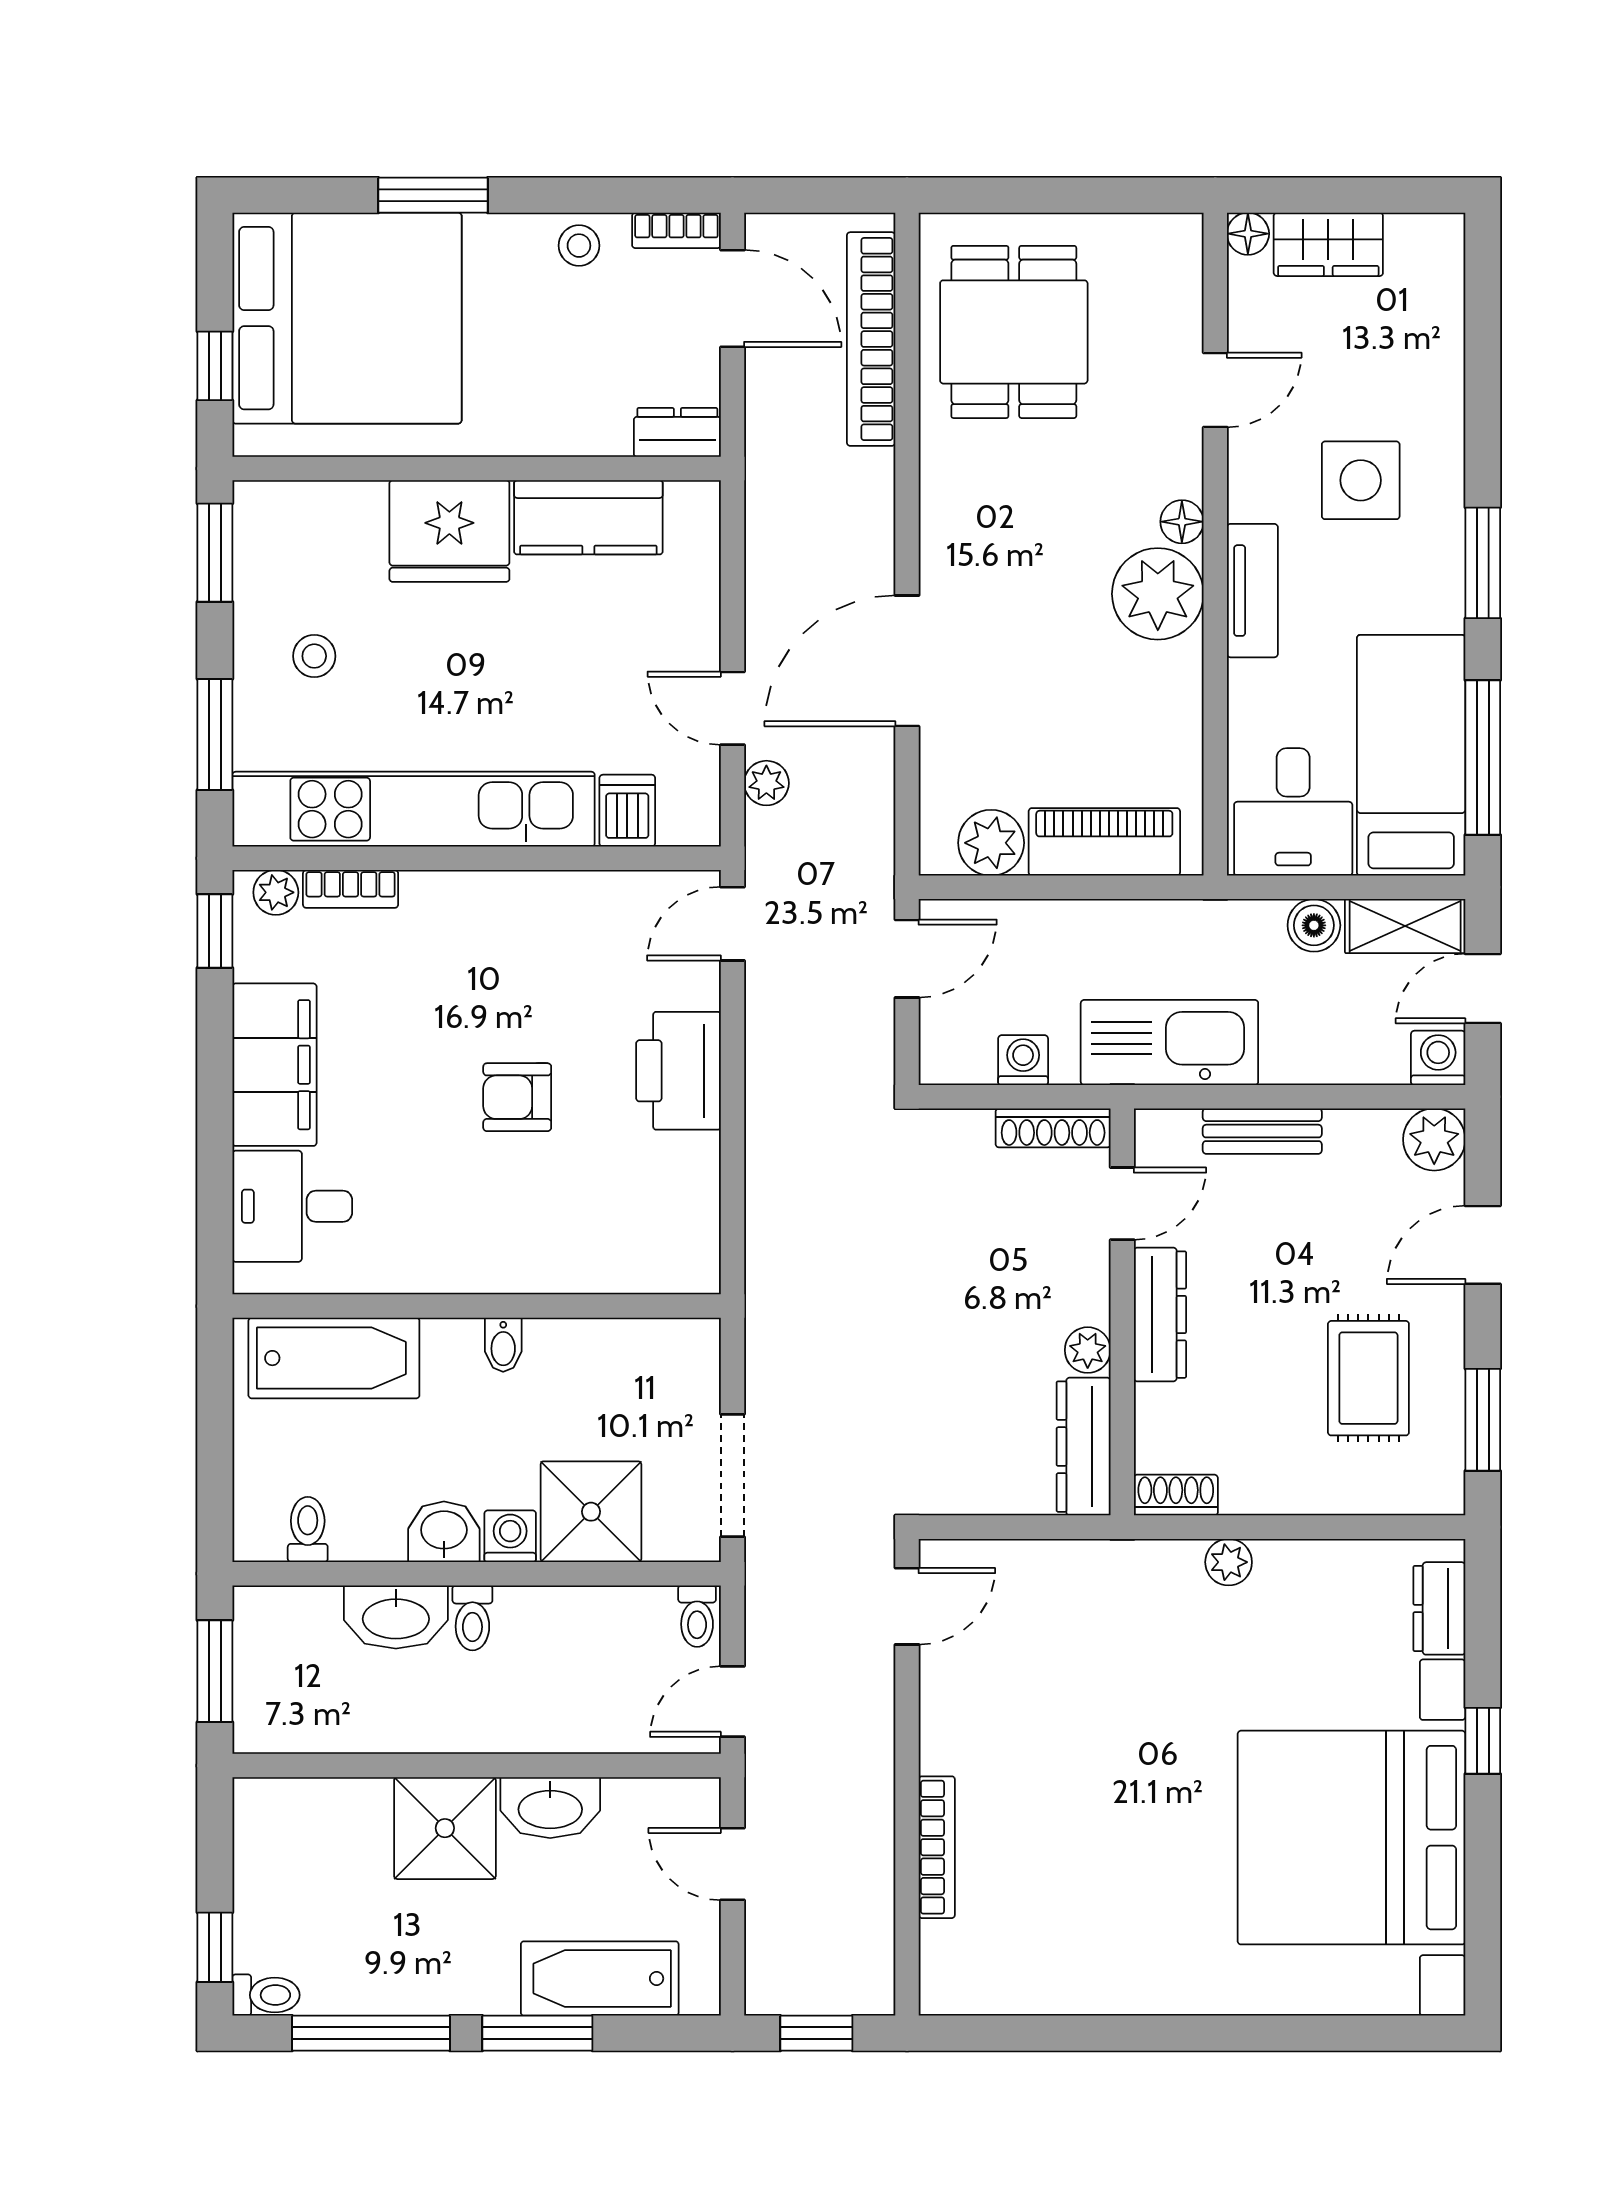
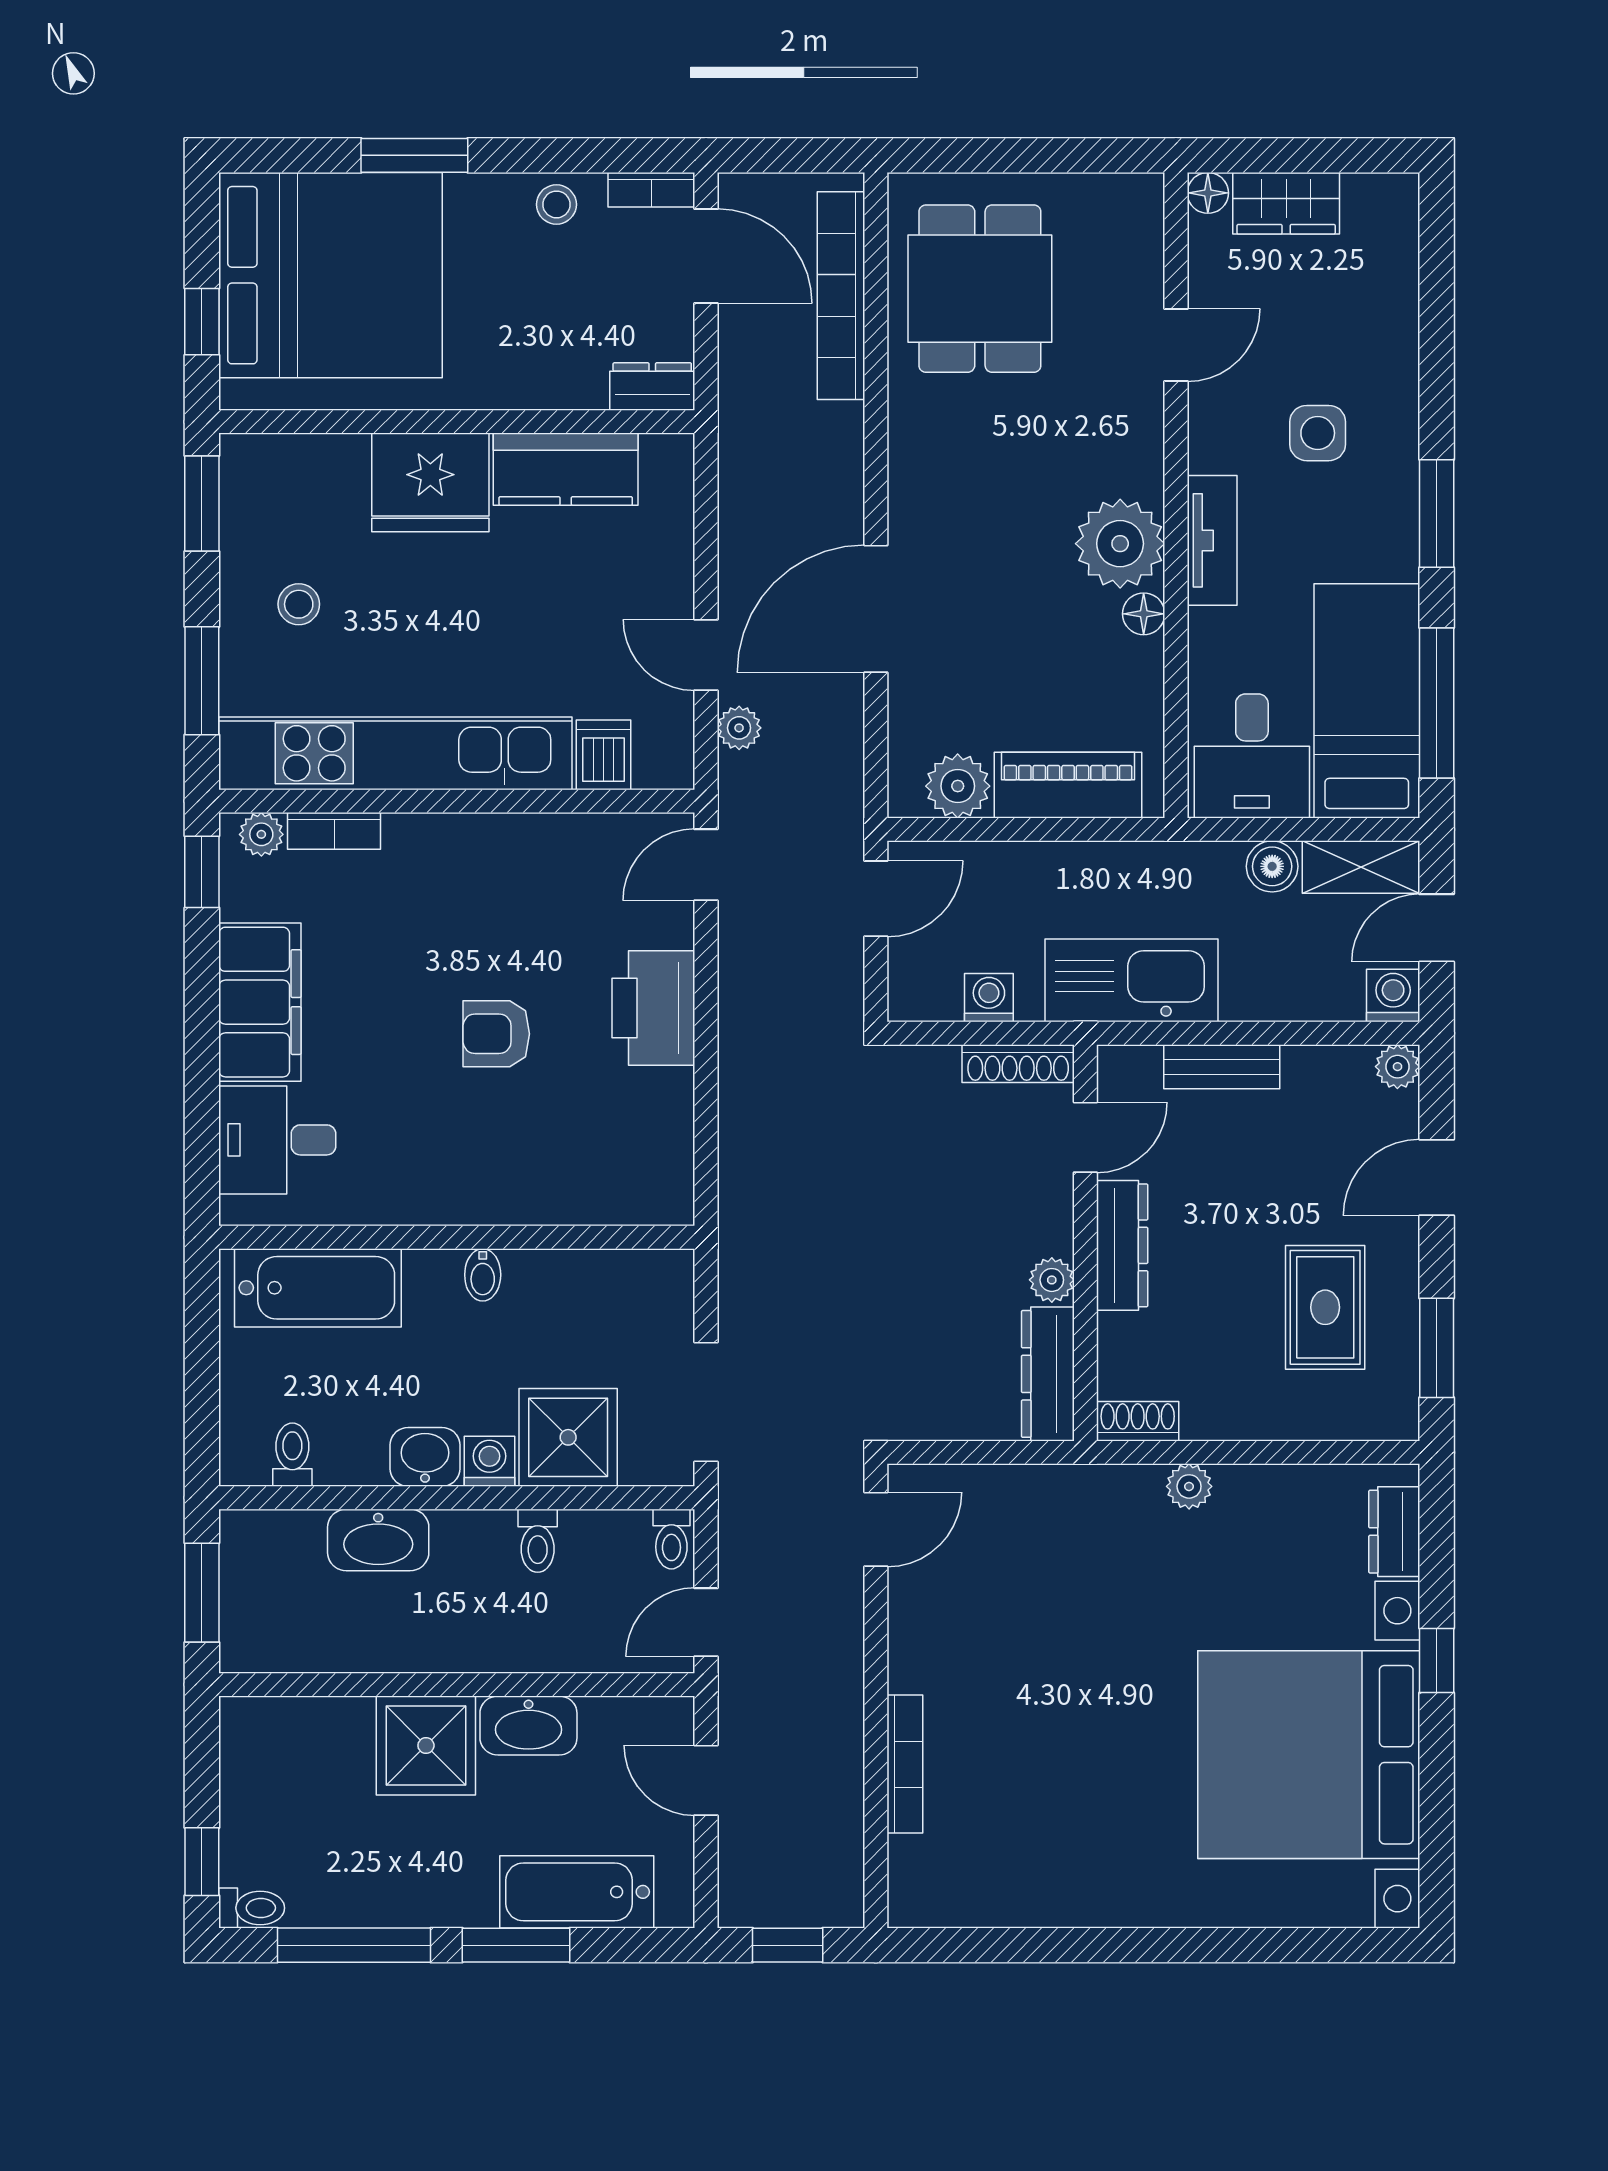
side table: (1361, 480) -> (1318, 433), width x0.73, depth x0.73
floor lamp: (1182, 522) -> (1144, 614), moved
plant: (1434, 1139) -> (1397, 1067), width x0.73, depth x0.73
toilet: (472, 1618) -> (538, 1541), moved

